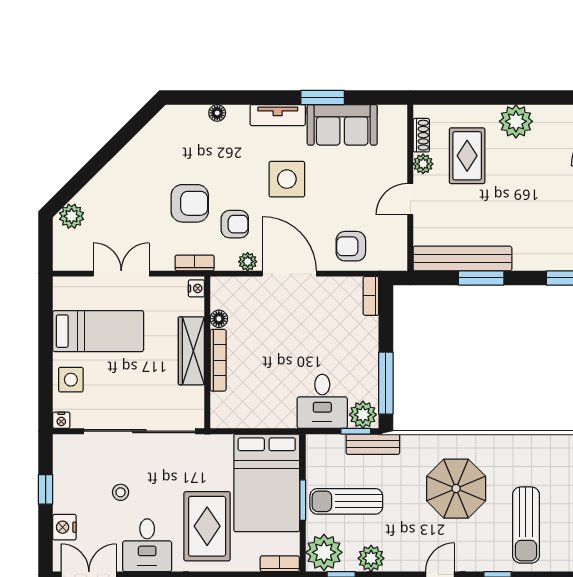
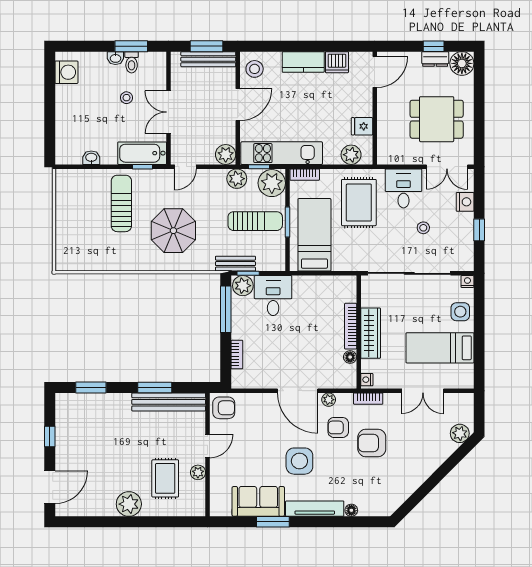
tv unit: (278, 115) -> (315, 509), width x1.41
shoe rack: (421, 135) -> (199, 494), removed
armchair: (351, 246) -> (224, 408), moved
bookcase: (371, 296) -> (237, 354), moved
bed: (267, 483) -> (314, 235), width x0.67

